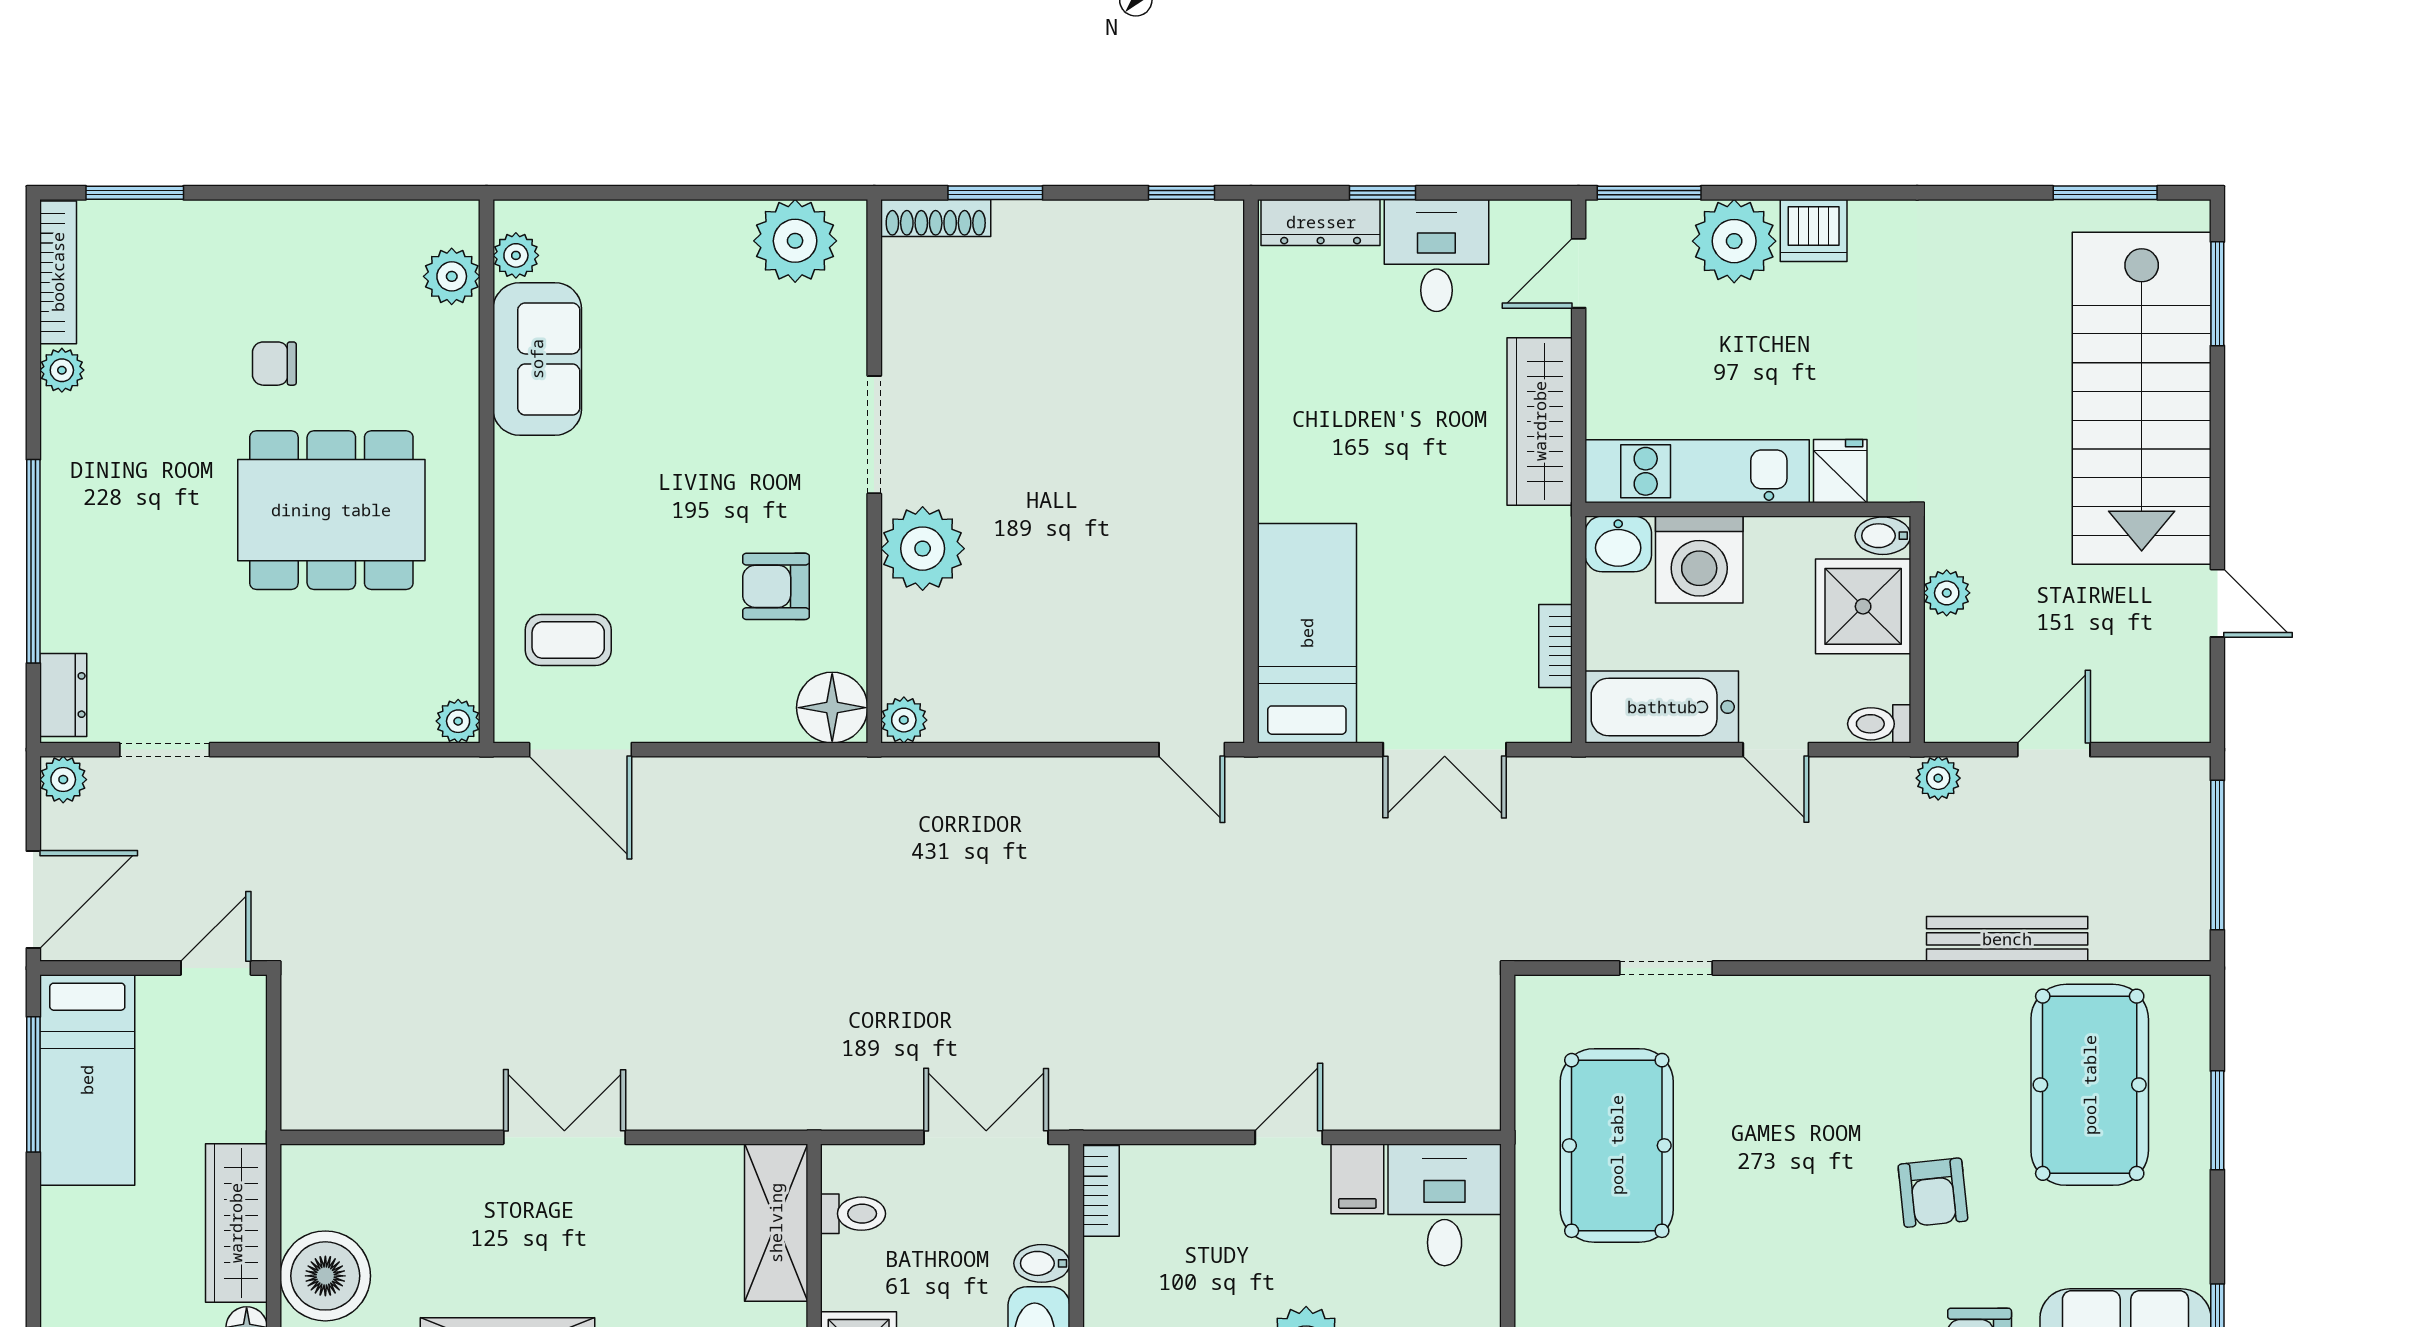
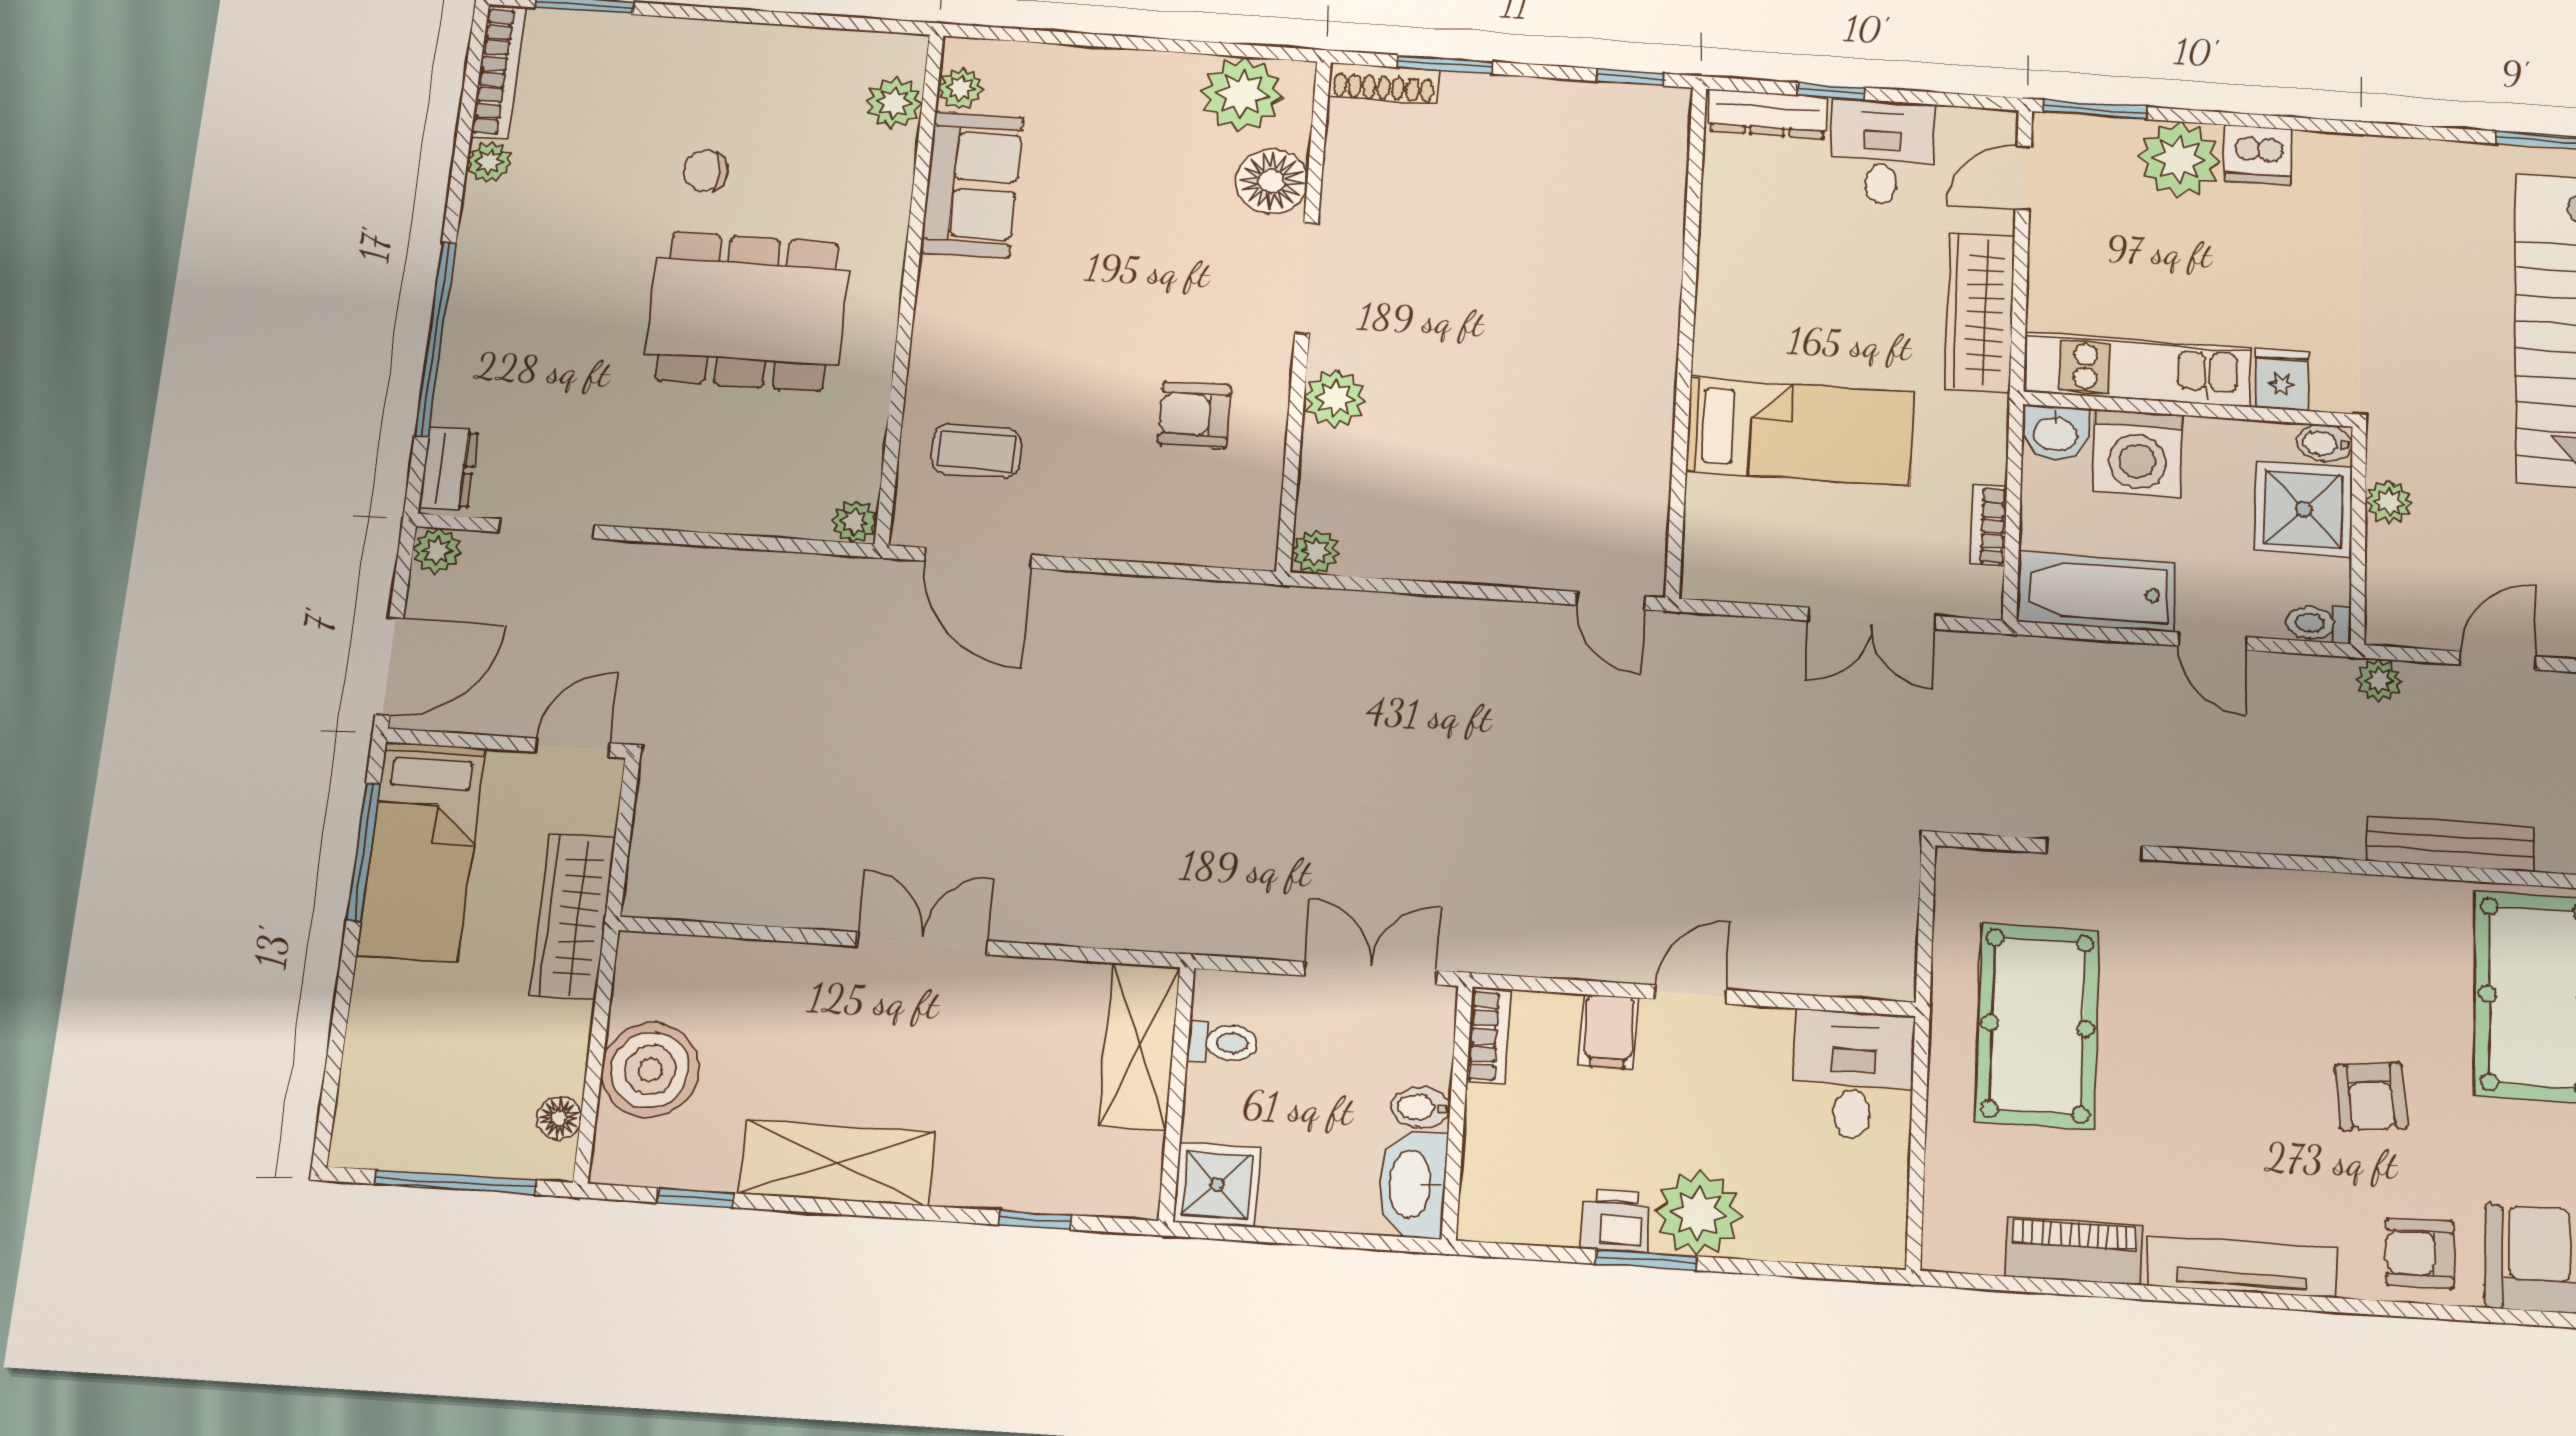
plant: (923, 549) -> (1335, 399), width x0.73, depth x0.73
bed: (1307, 633) -> (1800, 431), moved, turned 90
floor lamp: (832, 708) -> (1272, 181), moved
filing cabinet: (1357, 1179) -> (1609, 1032), moved
wardrobe: (236, 1223) -> (573, 916), moved

